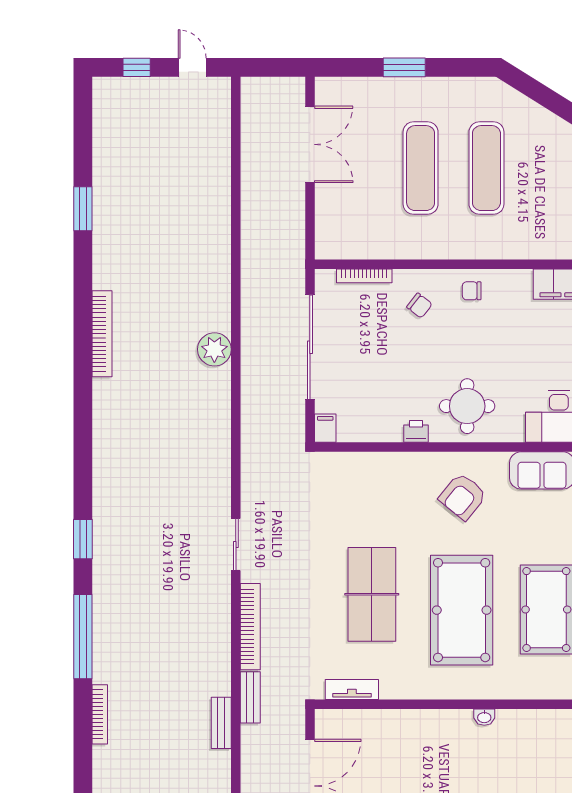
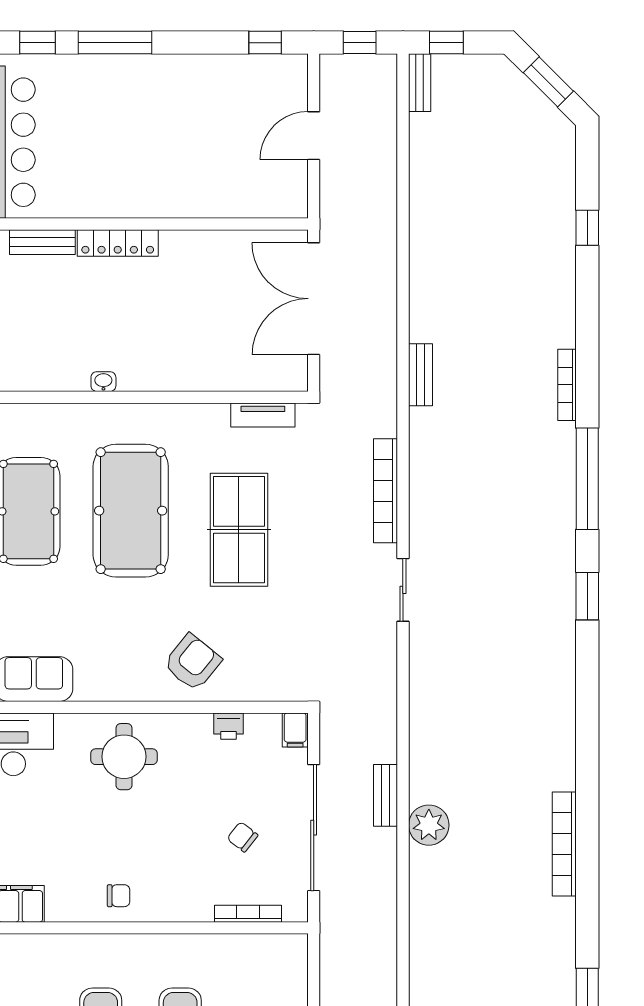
chair: (419, 306) -> (242, 837), moved
printer: (416, 431) -> (229, 726), moved
armchair: (463, 497) -> (192, 662), moved
bench: (250, 697) -> (386, 795), moved

